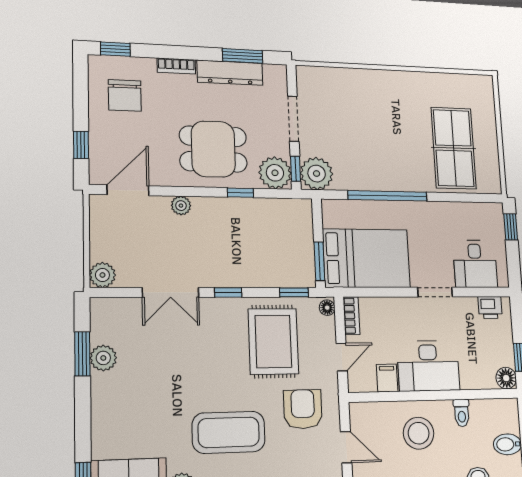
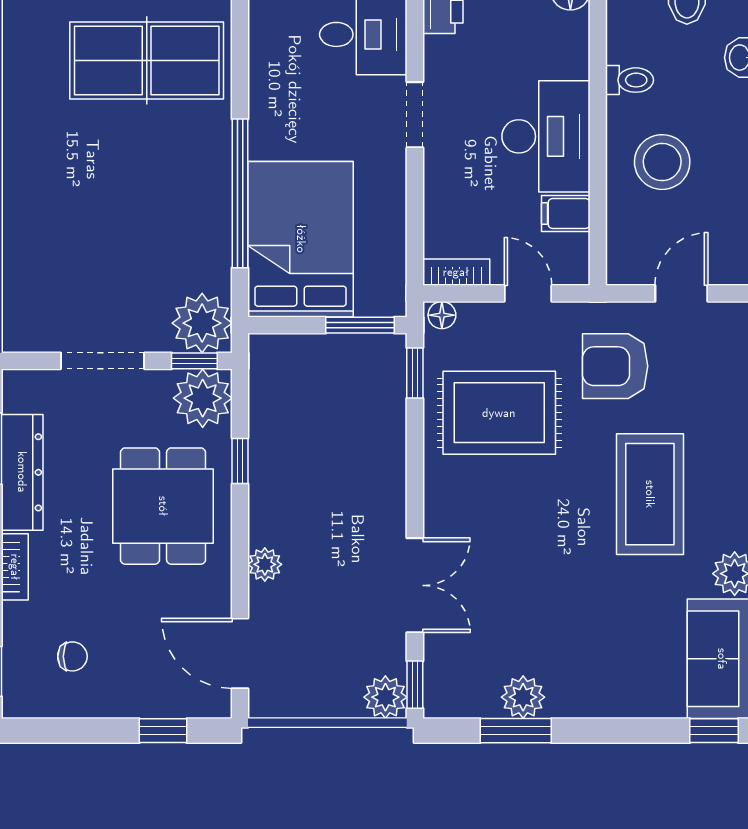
chair: (125, 95) -> (72, 656), width x0.54, depth x0.54
bed: (366, 258) -> (301, 239), moved
window: (228, 292) -> (415, 685), moved

